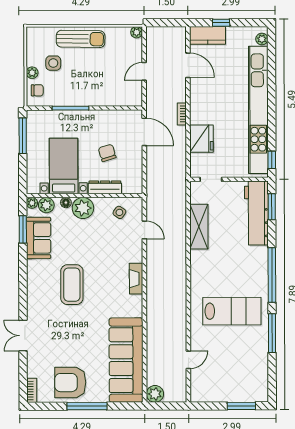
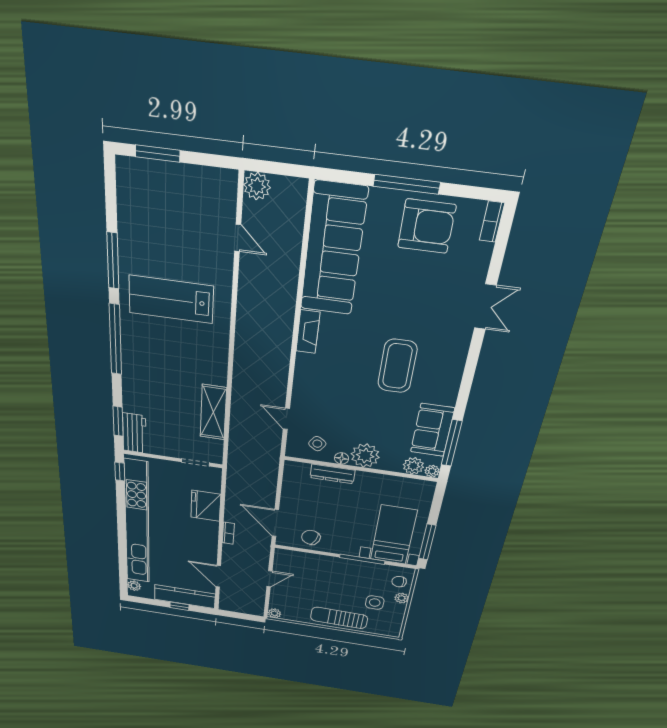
kitchen counter: (207, 35) -> (185, 597), width x1.50
chair: (107, 153) -> (311, 537), moved, turned 130
bed with nightstands: (64, 166) -> (393, 535), moved, turned 180
floor lamp: (66, 203) -> (342, 458), moved
workbench: (256, 213) -> (134, 433), width x0.53, depth x0.76
window: (23, 229) -> (452, 443), width x1.44
fireplace: (136, 279) -> (308, 332), moved
door: (188, 360) -> (238, 238), swing flipped
plant: (155, 394) -> (257, 186), moved

